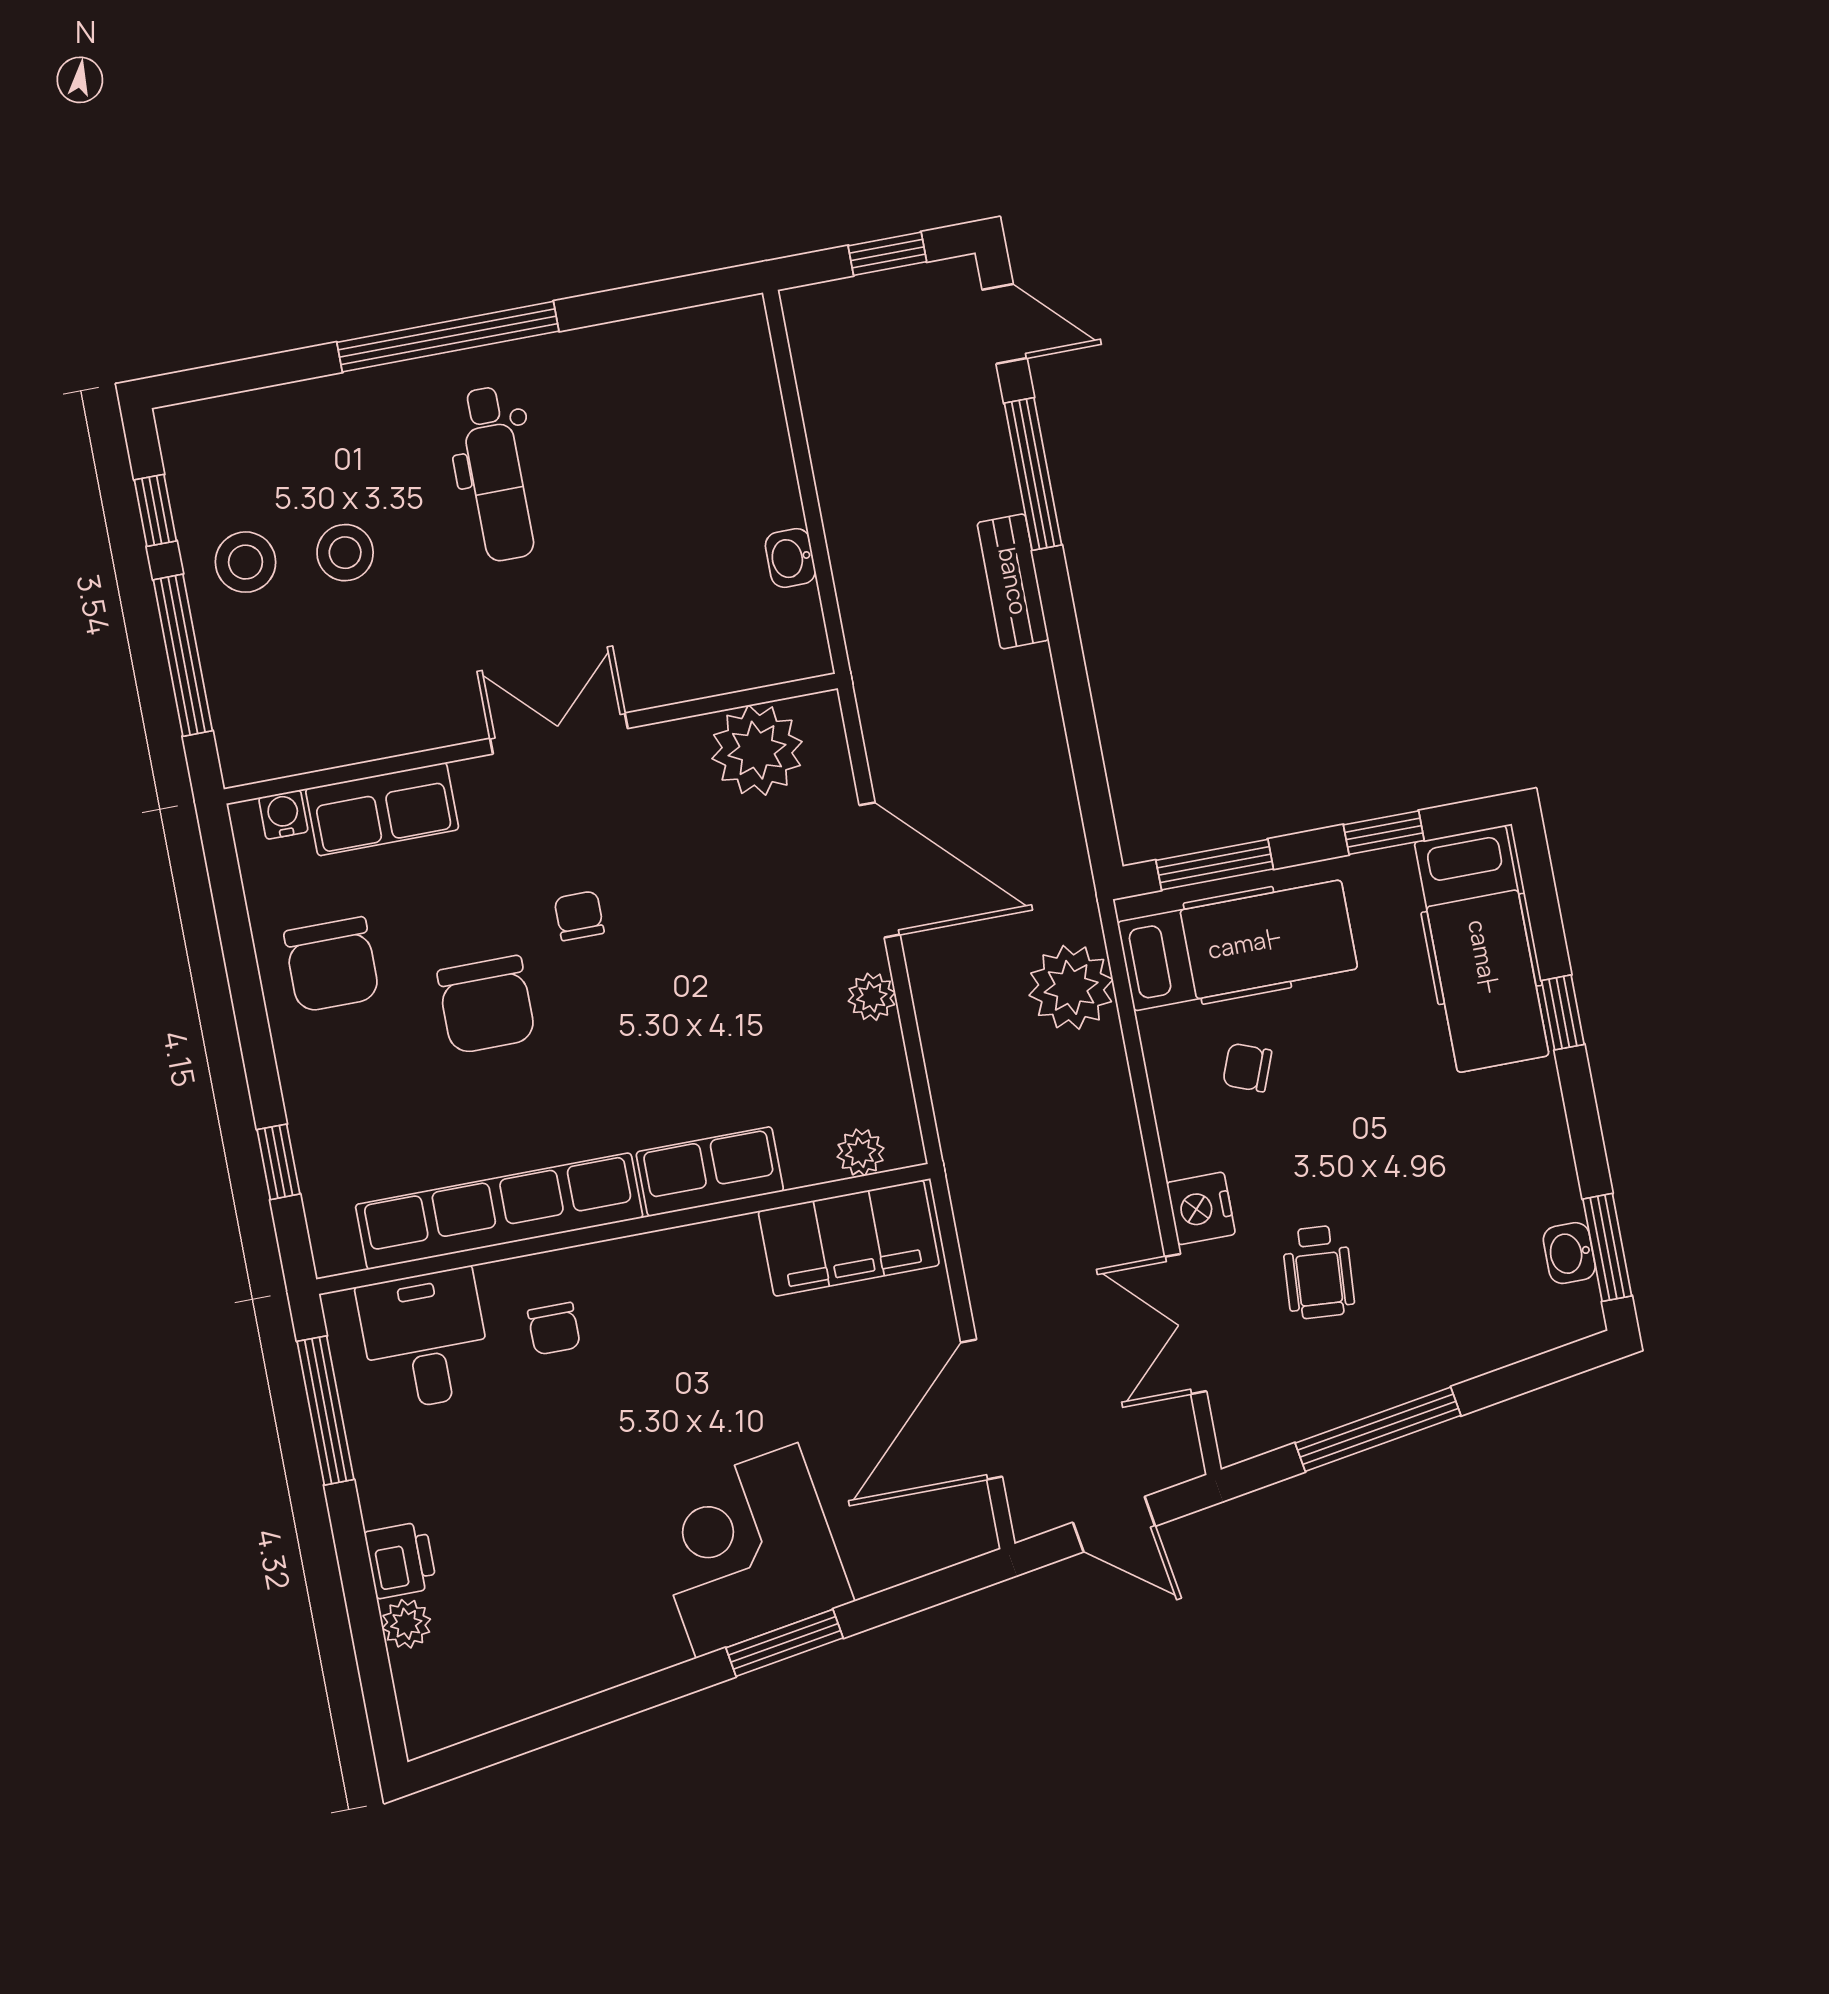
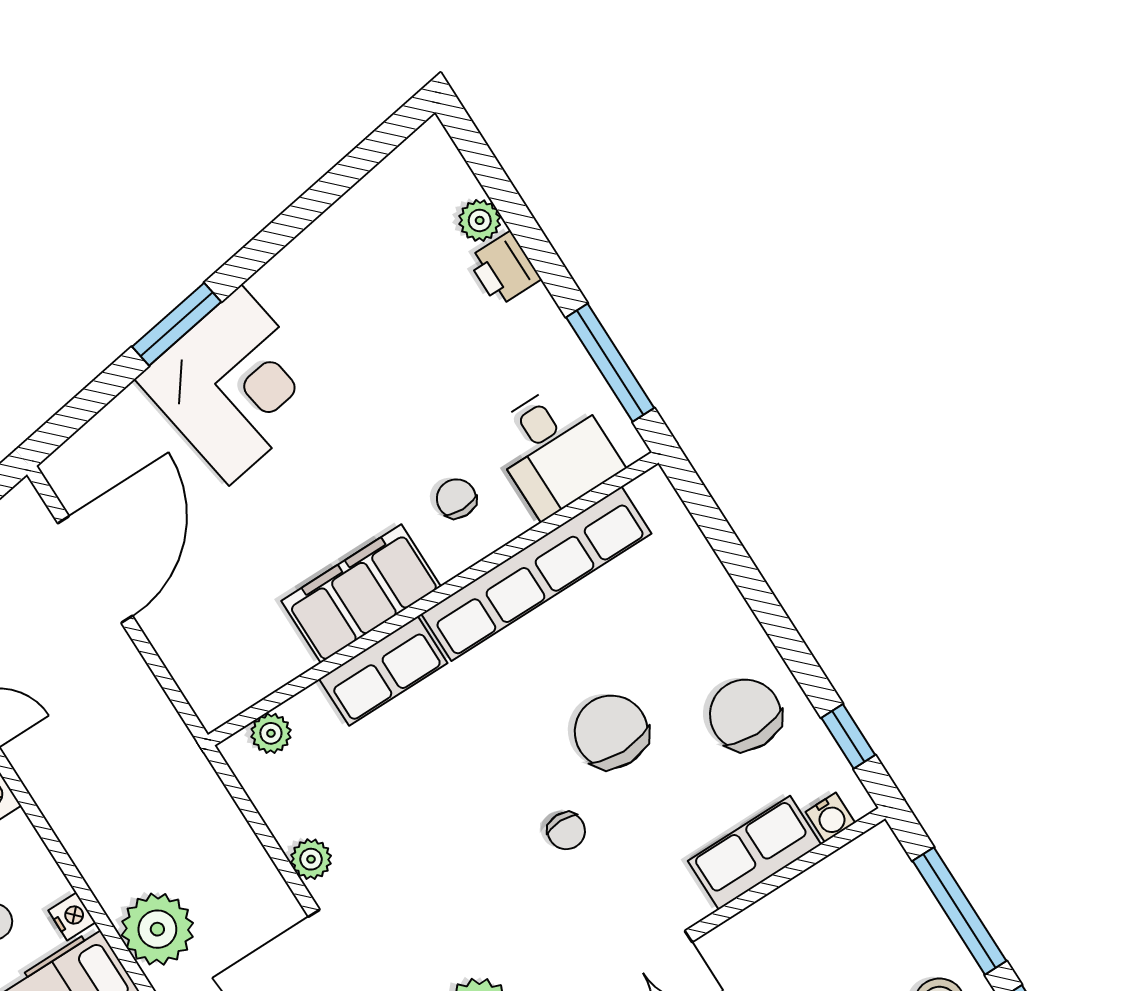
nightstand: (1159, 1039) -> (72, 916), added
window: (279, 1162) -> (848, 736), moved
filing cabinet: (849, 1238) -> (361, 594), moved

